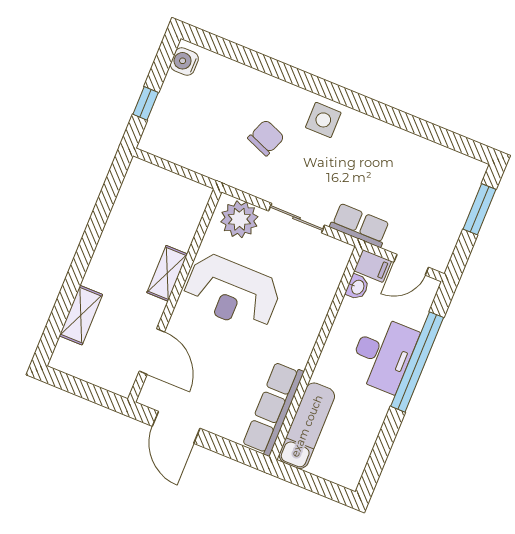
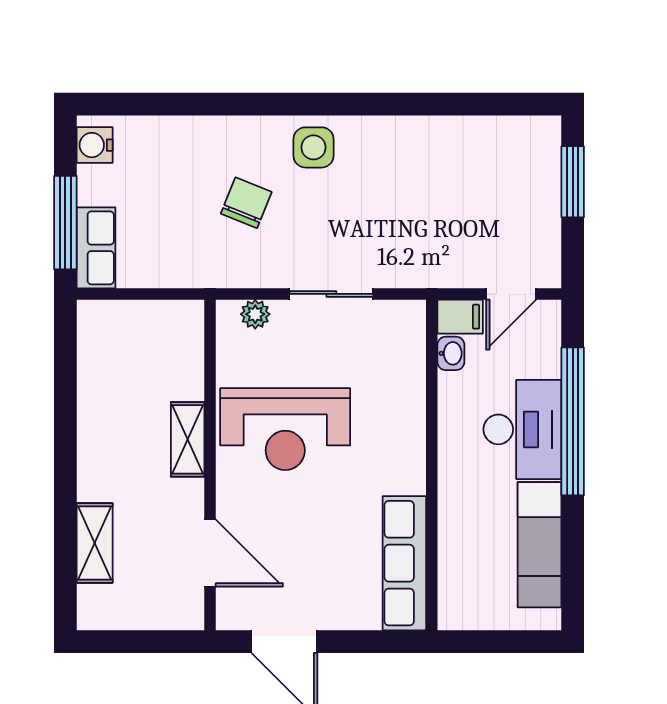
window: (146, 103) -> (65, 223), width x2.17
plant: (239, 219) -> (255, 314), width x0.53, depth x0.53
row of seats: (360, 225) -> (96, 248), moved, turned 90
exam couch: (307, 426) -> (539, 545), moved, turned 180

